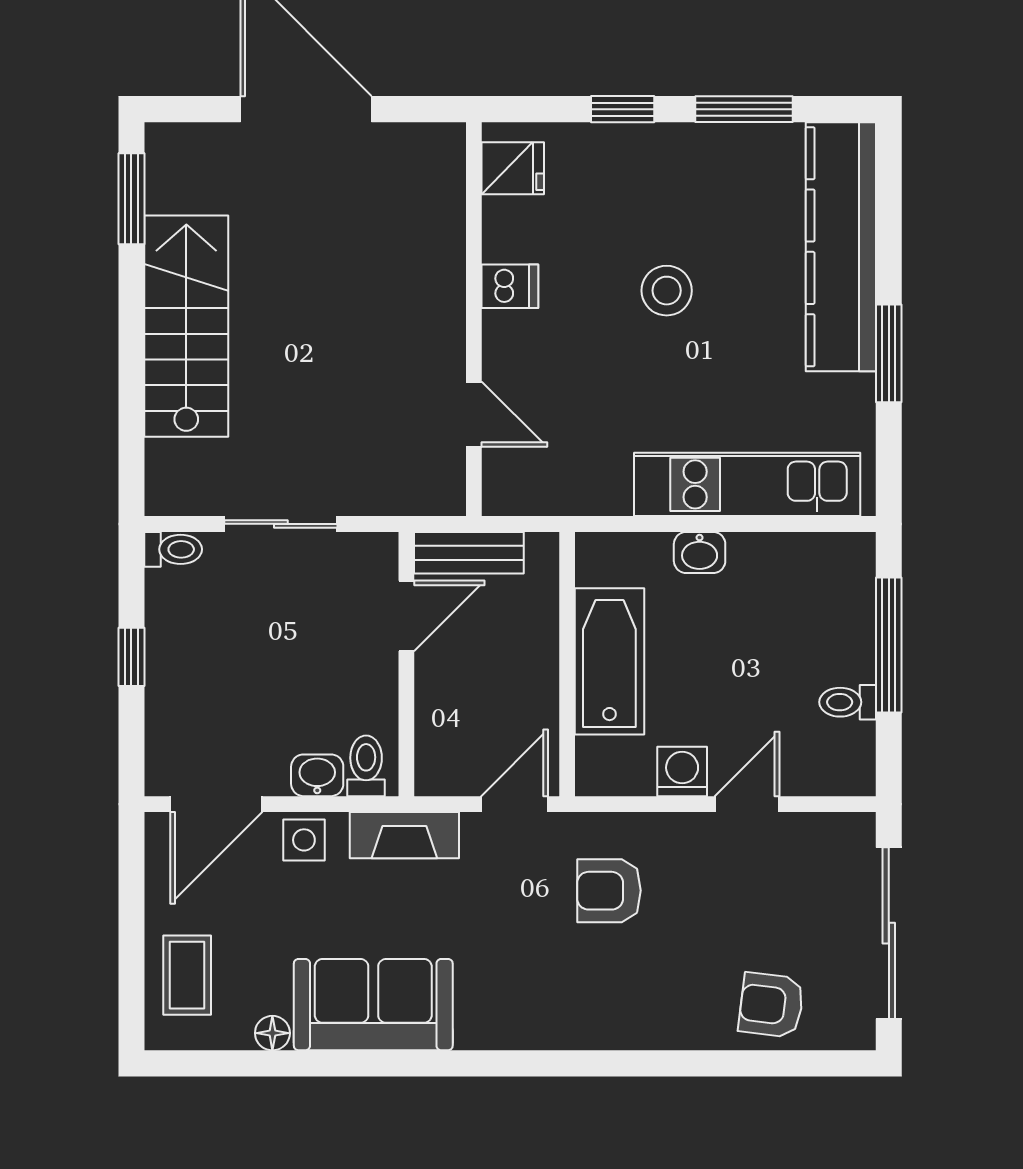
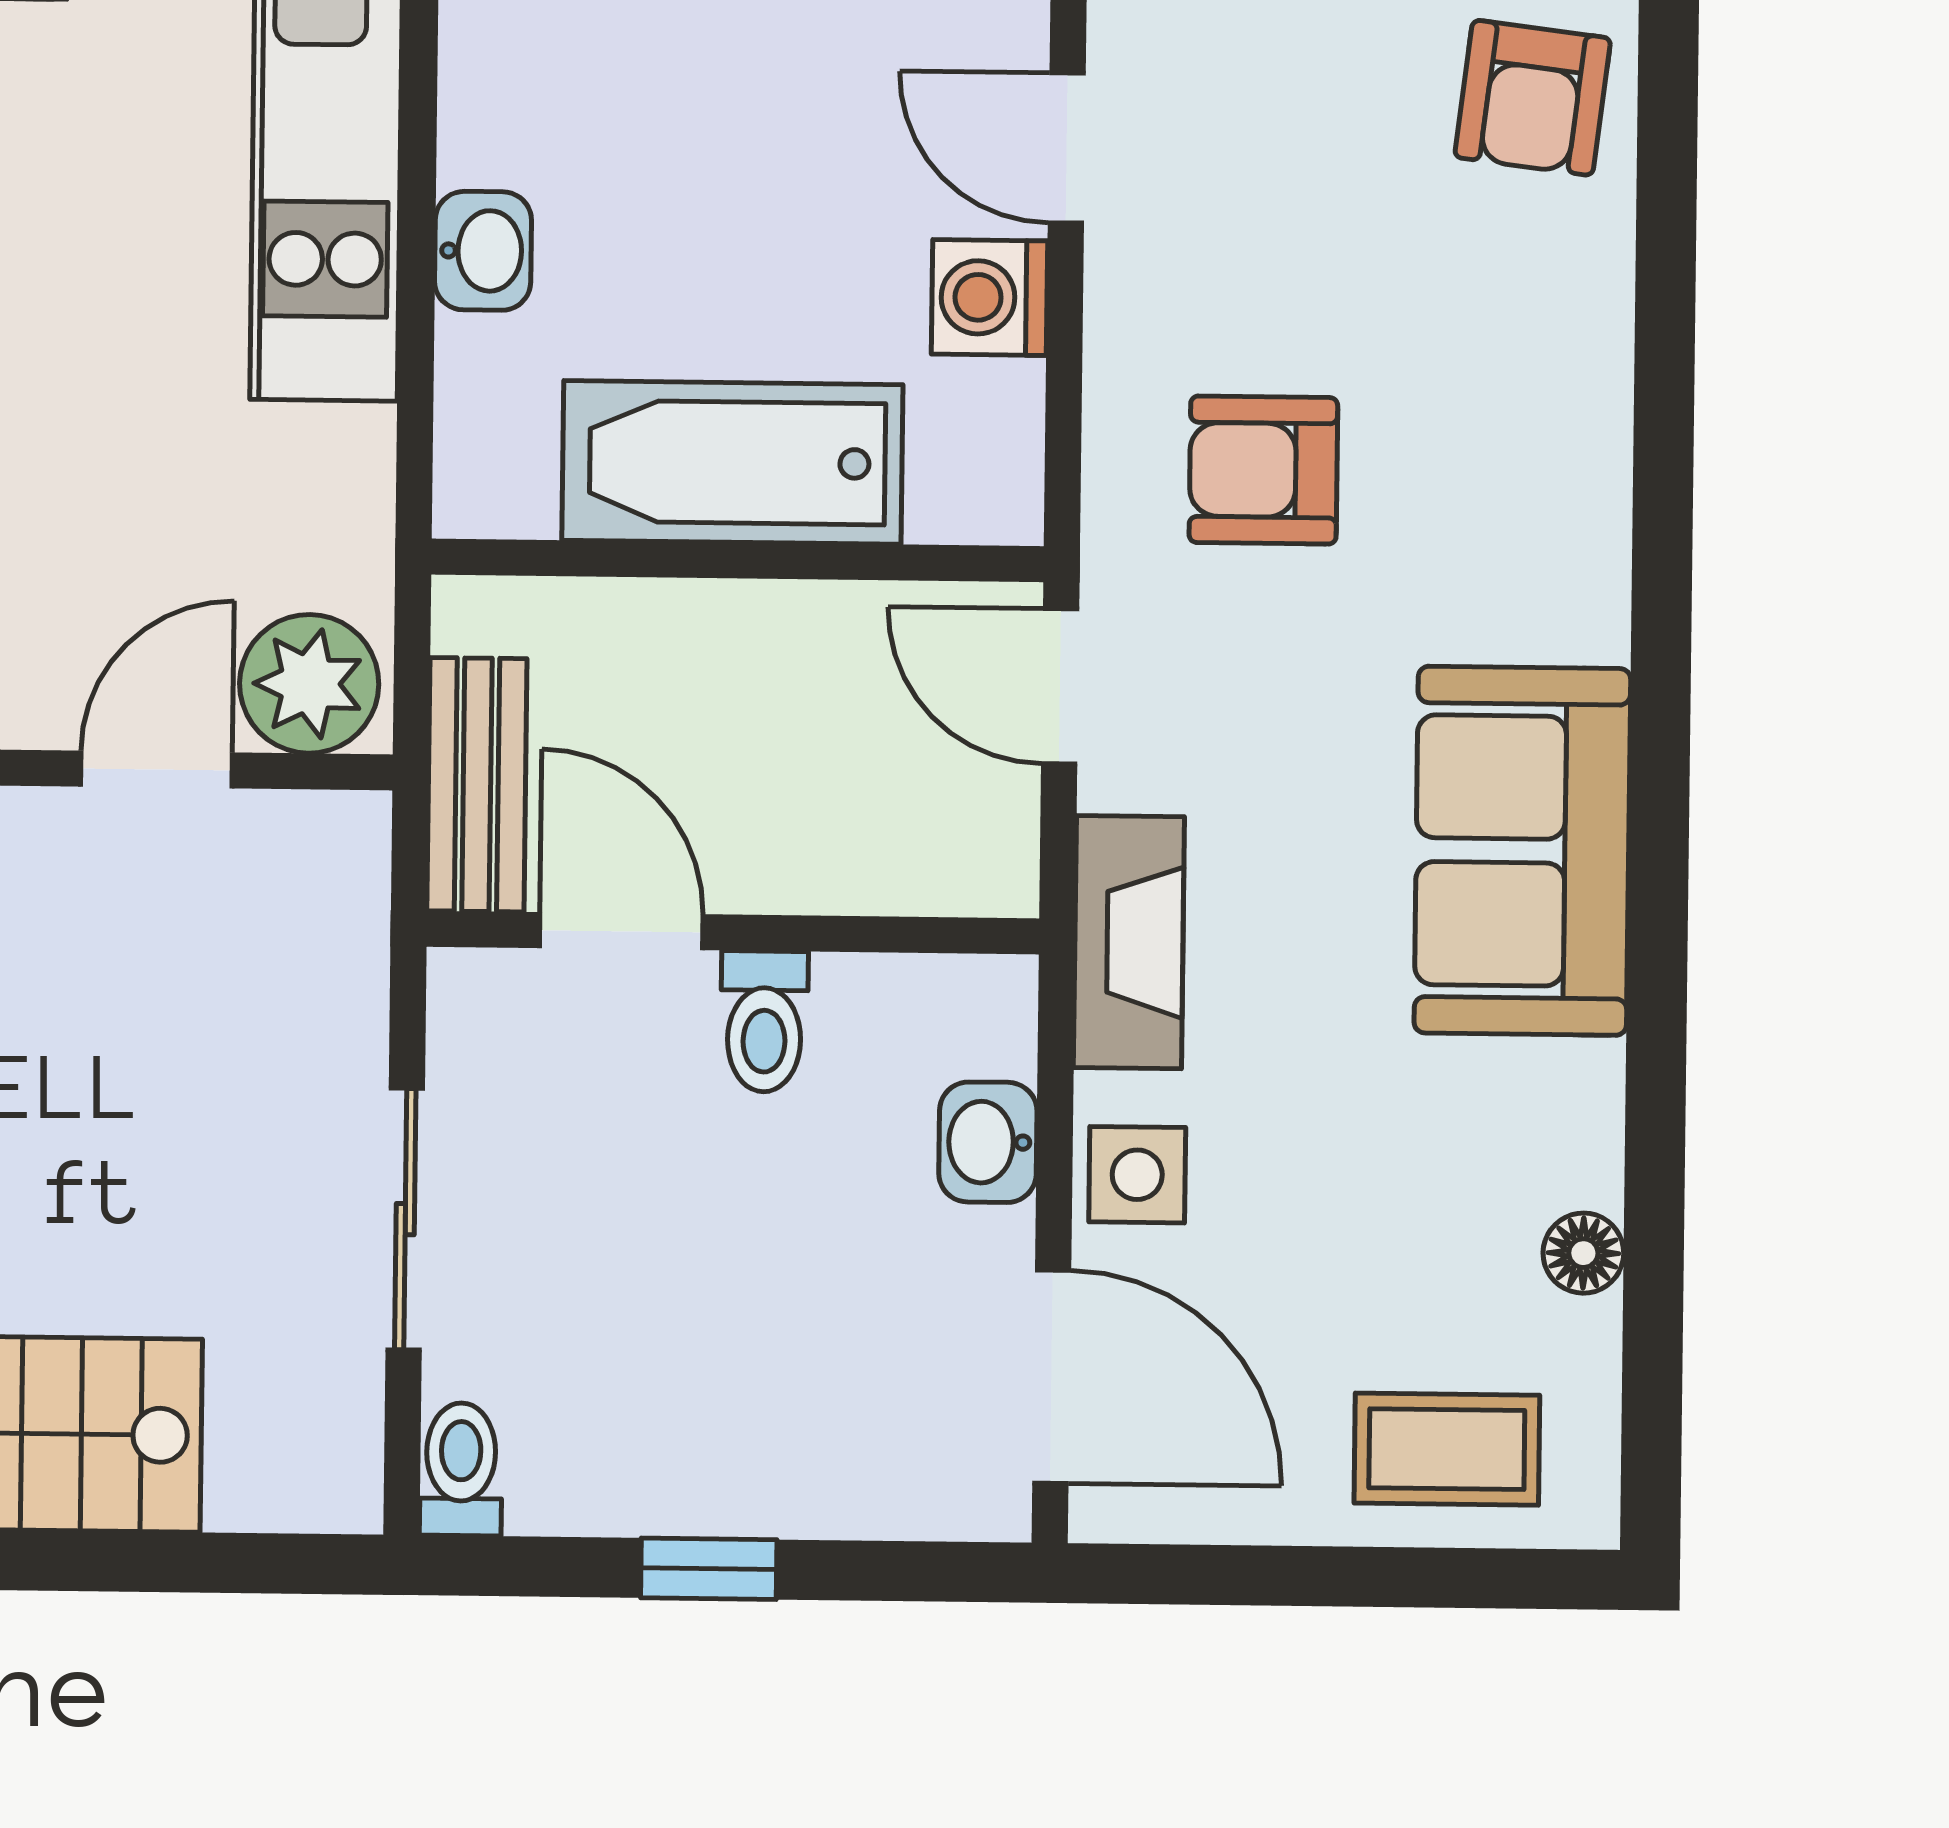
plant: (512, 480) -> (309, 684), added
toilet: (366, 766) -> (764, 1021), moved, turned -90
armchair: (609, 891) -> (1263, 470), turned 90
sofa: (373, 1005) -> (1522, 851), moved

